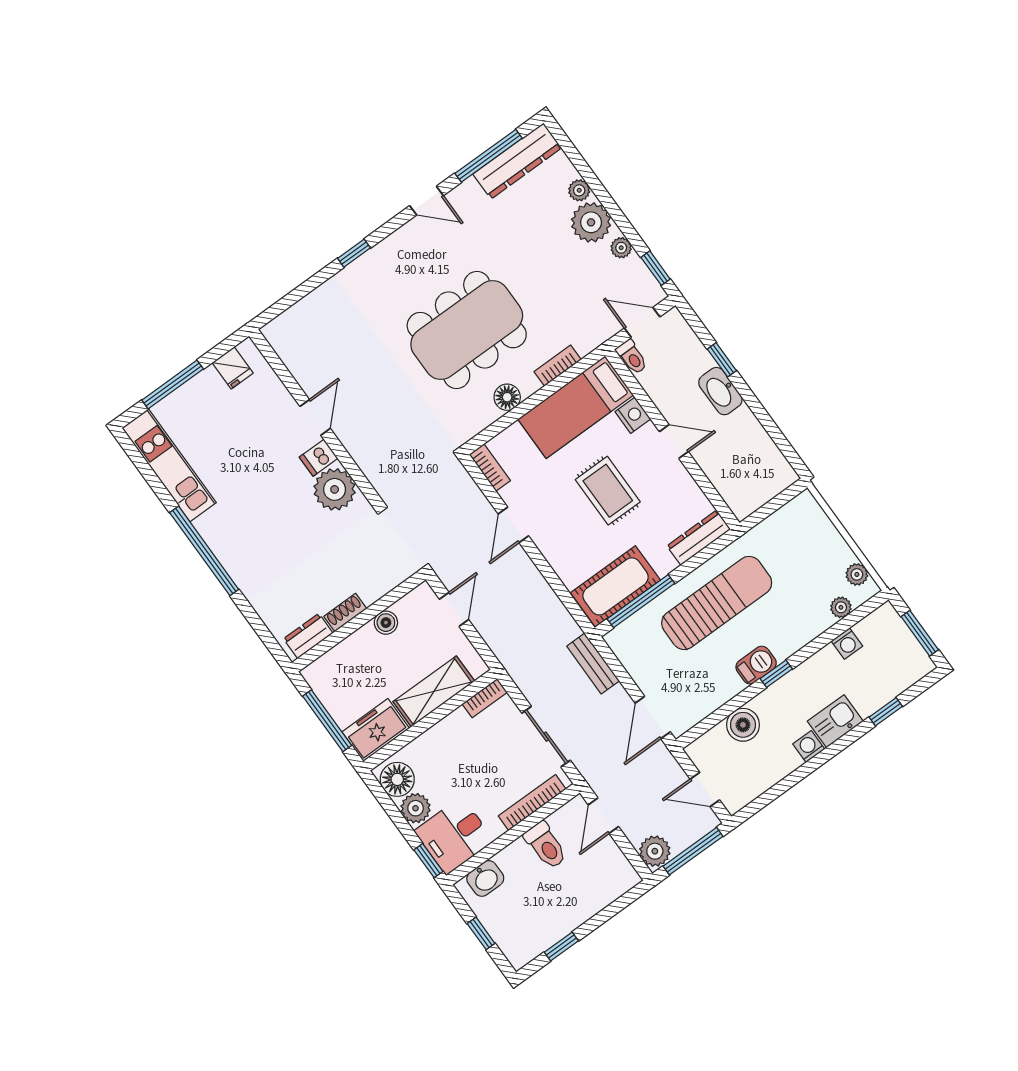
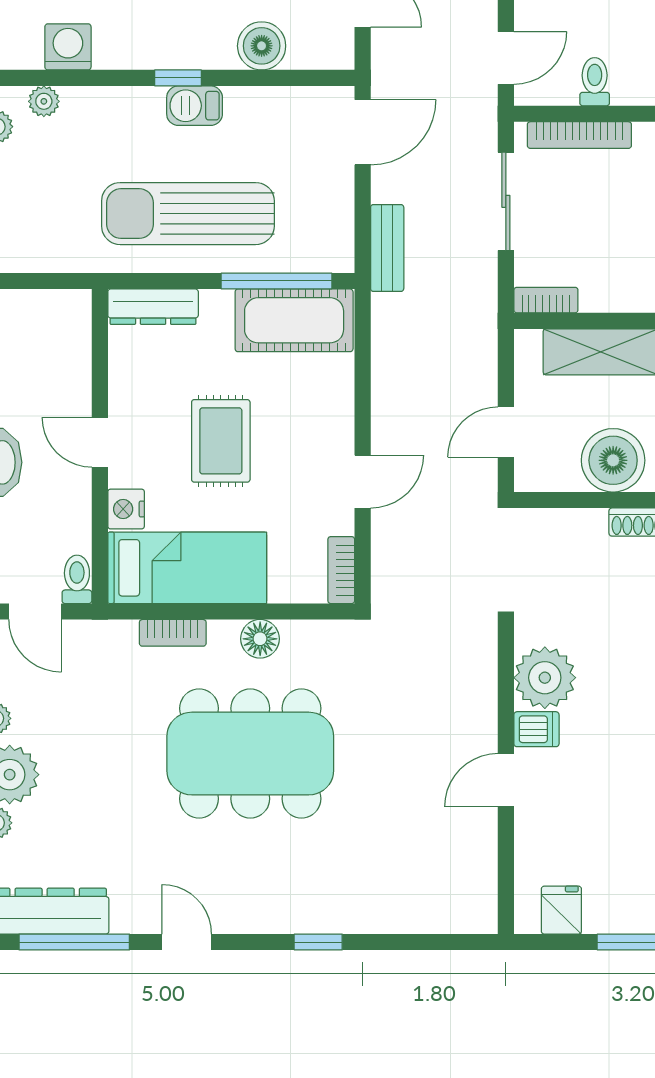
boiler: (386, 623) -> (613, 460), width x1.86, depth x1.86
washing machine: (847, 643) -> (68, 47), width x1.38, depth x1.38
toilet: (546, 845) -> (595, 82), width x0.73, depth x0.72

